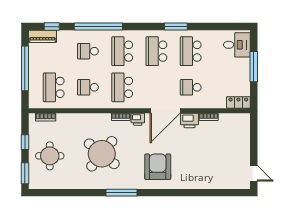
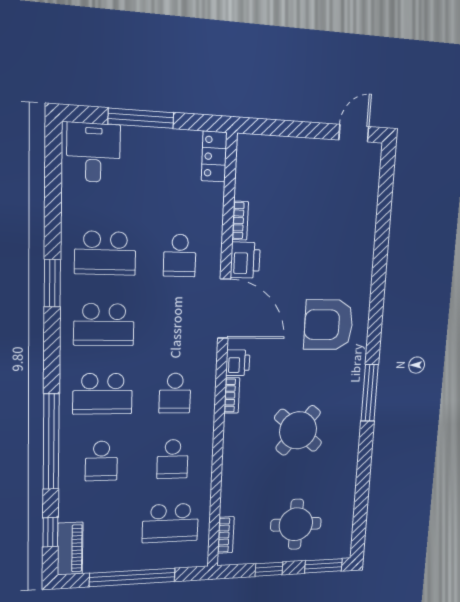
school desk: (122, 87) -> (175, 393), width x0.54
round table: (102, 154) -> (298, 430), width x0.73, depth x0.73

